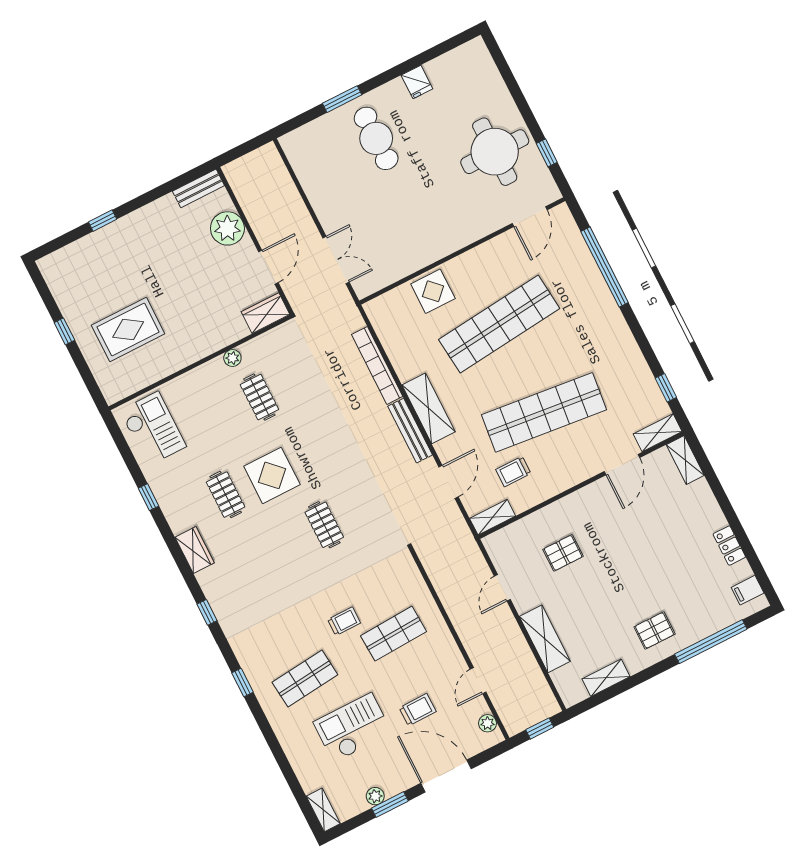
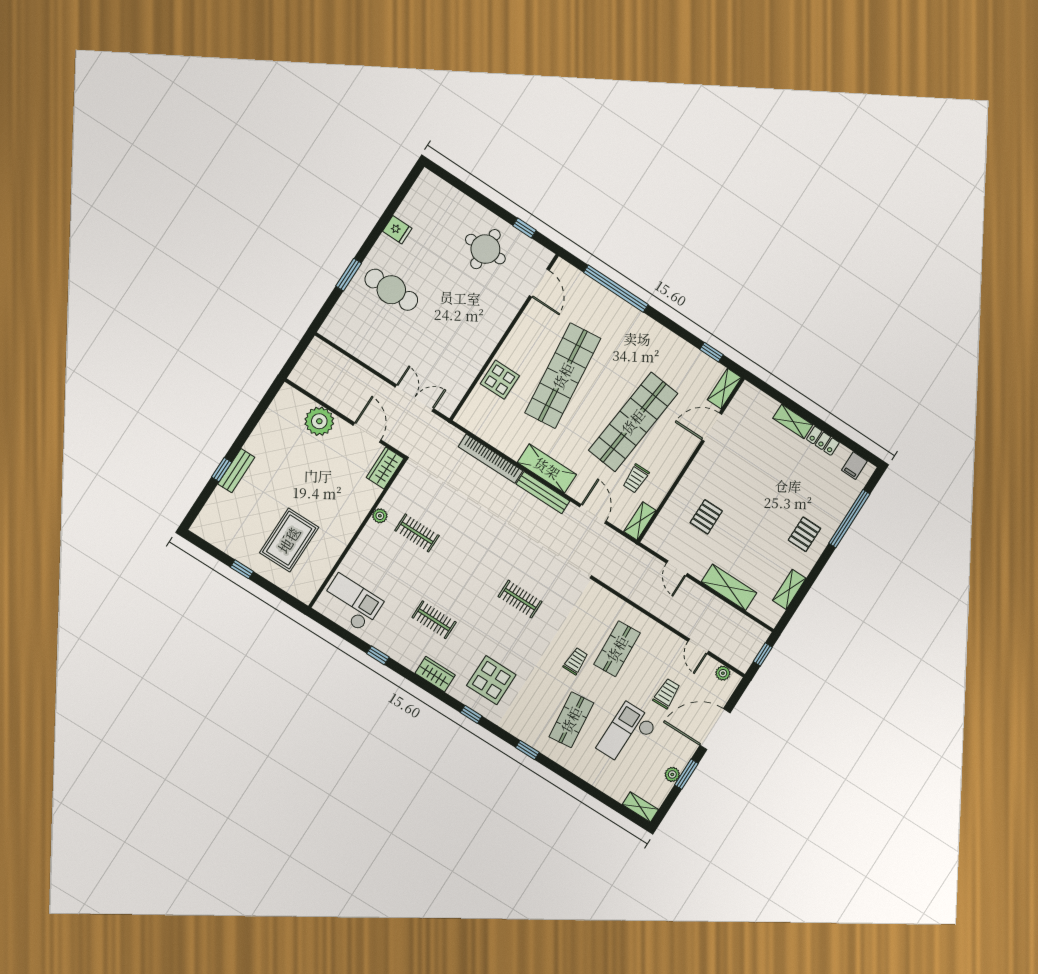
round table: (495, 152) -> (485, 249), width x0.73, depth x0.73
bench: (198, 188) -> (236, 471), moved
shelving: (685, 460) -> (793, 422), moved
door: (622, 465) -> (712, 427), swing flipped
display table: (272, 475) -> (491, 680), moved

